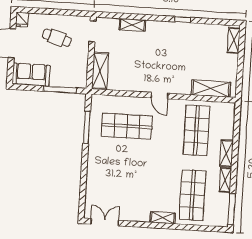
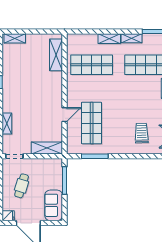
door: (160, 96) -> (65, 115), moved
trolley: (111, 185) -> (142, 133), added

